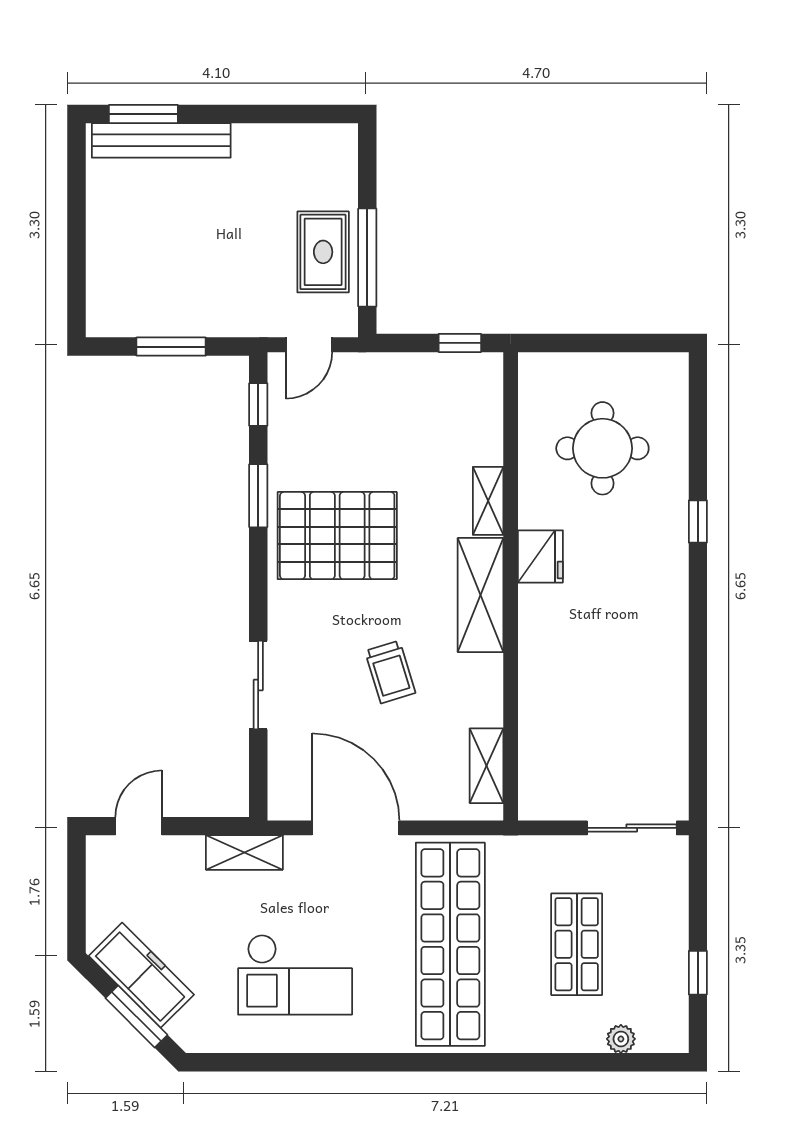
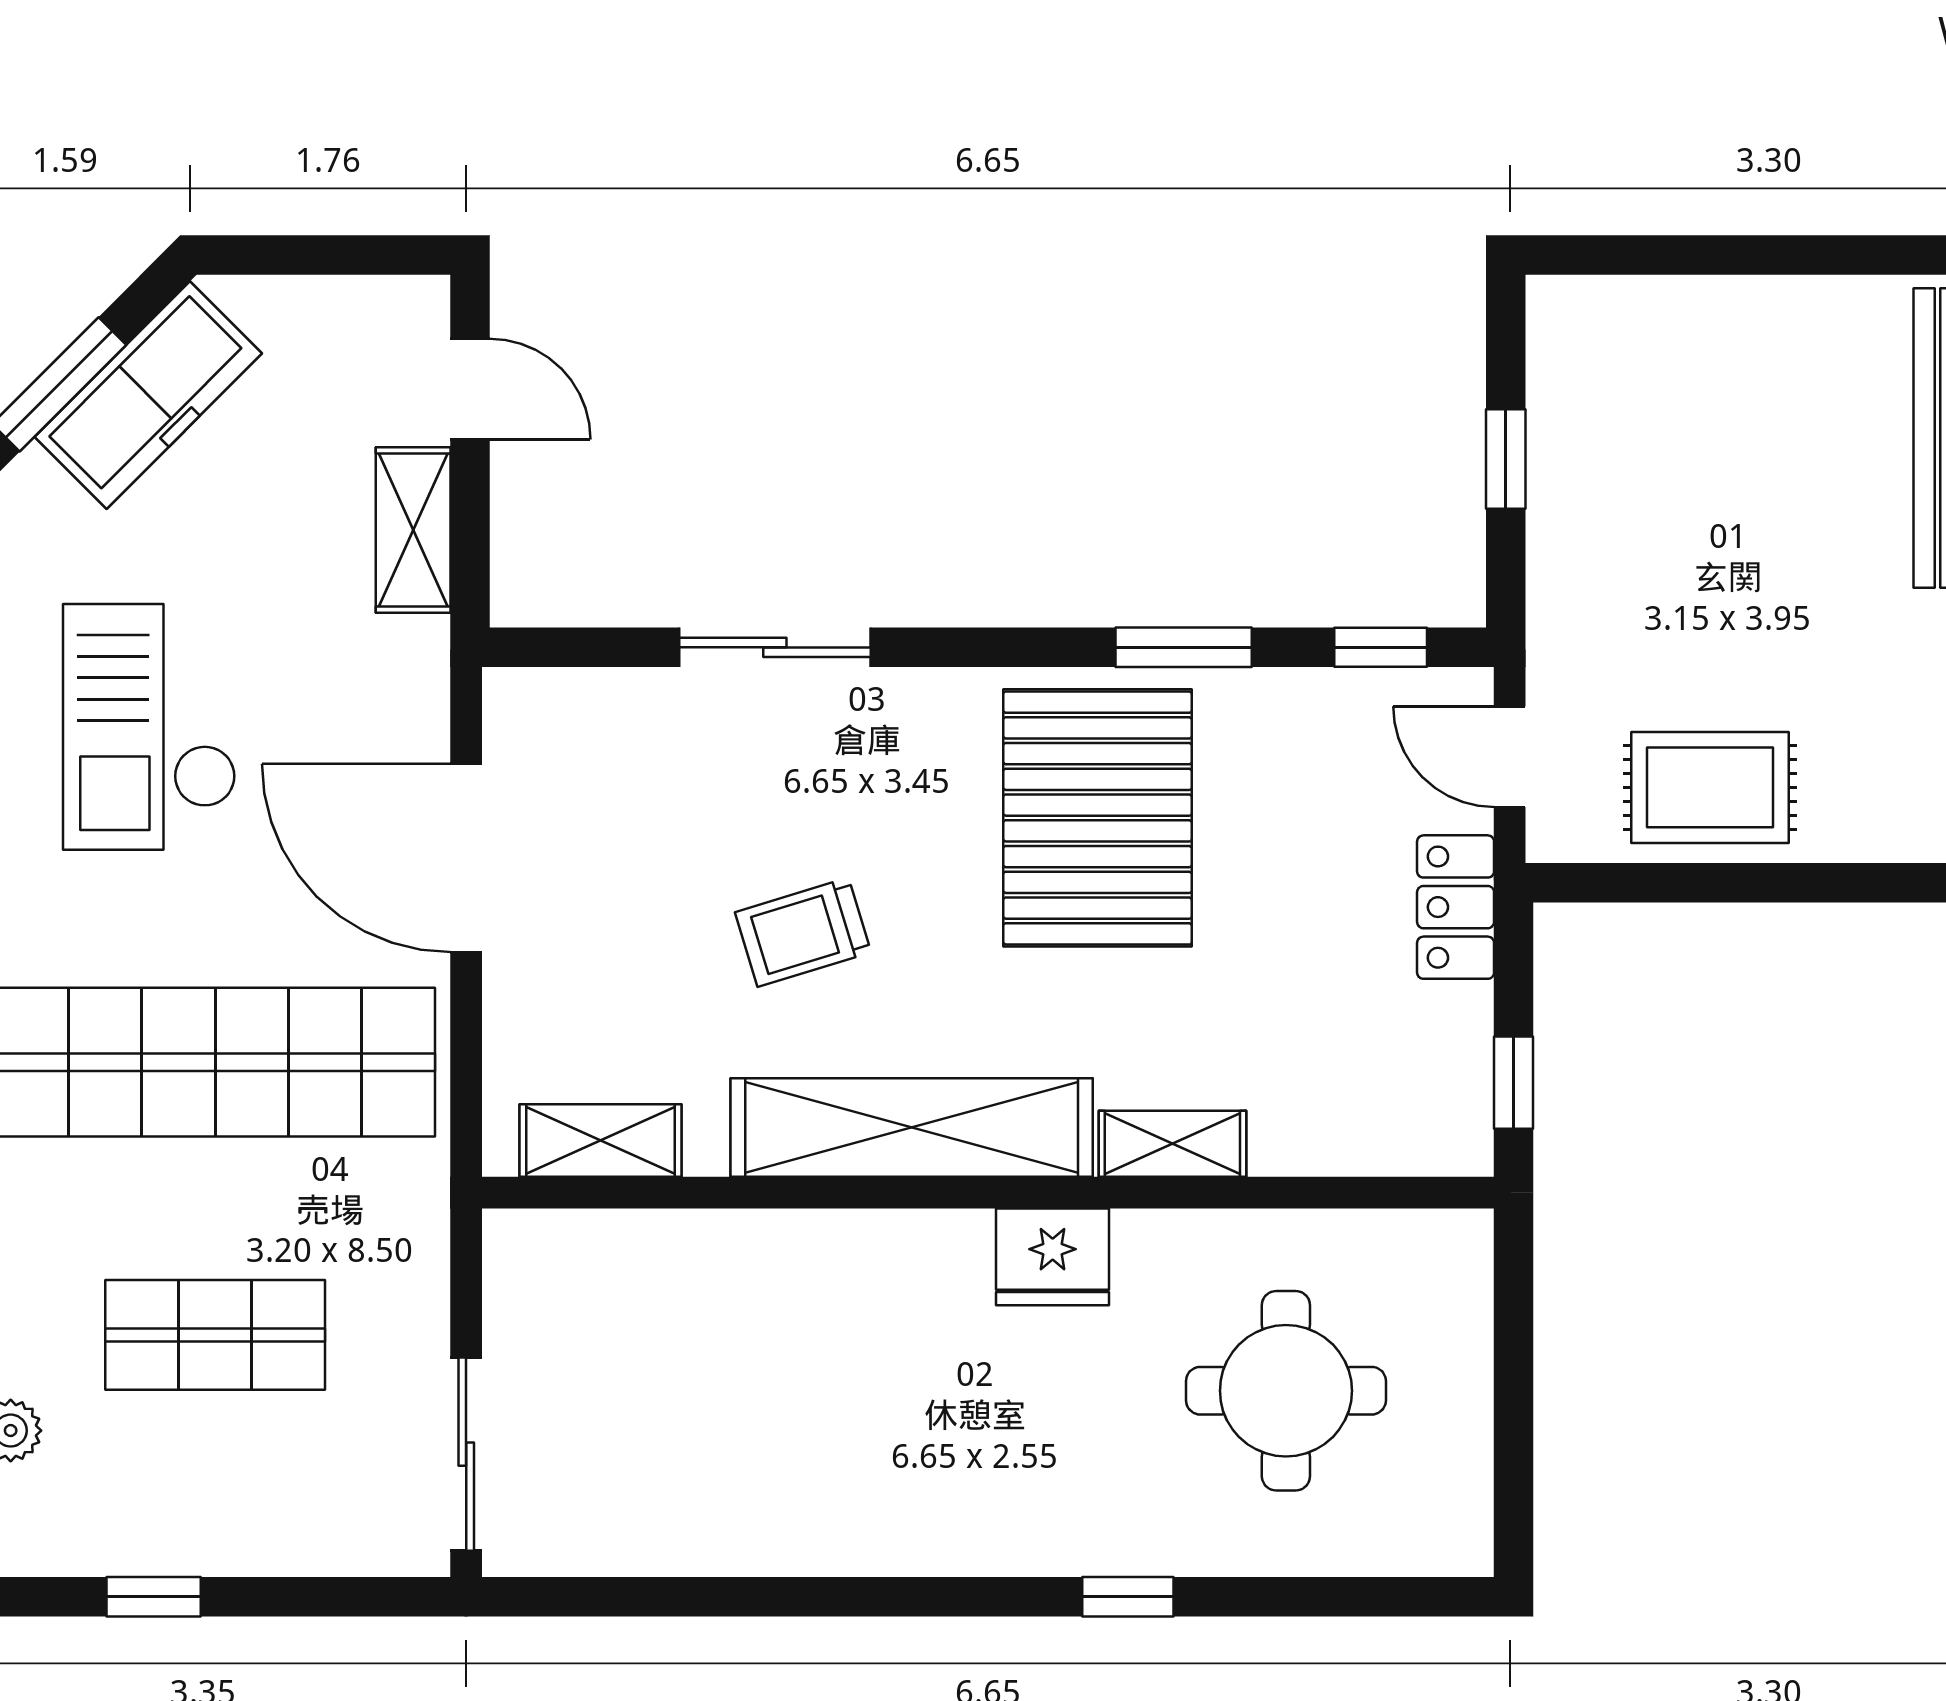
window: (367, 257) -> (1698, 883), removed
window: (171, 347) -> (1506, 459), width x0.67
locker: (379, 370) -> (1456, 907), added
shelving: (481, 595) -> (912, 1128), width x1.47
door: (356, 828) -> (466, 858), swing flipped
shelving: (244, 853) -> (413, 530), moved

